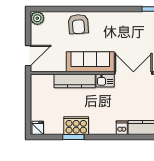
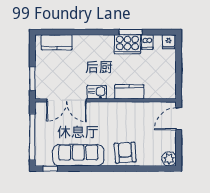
sofa: (90, 62) -> (78, 155), moved, turned 180
kitchen counter: (75, 81) -> (129, 92), width x0.67
dishwasher: (122, 128) -> (147, 42), moved

